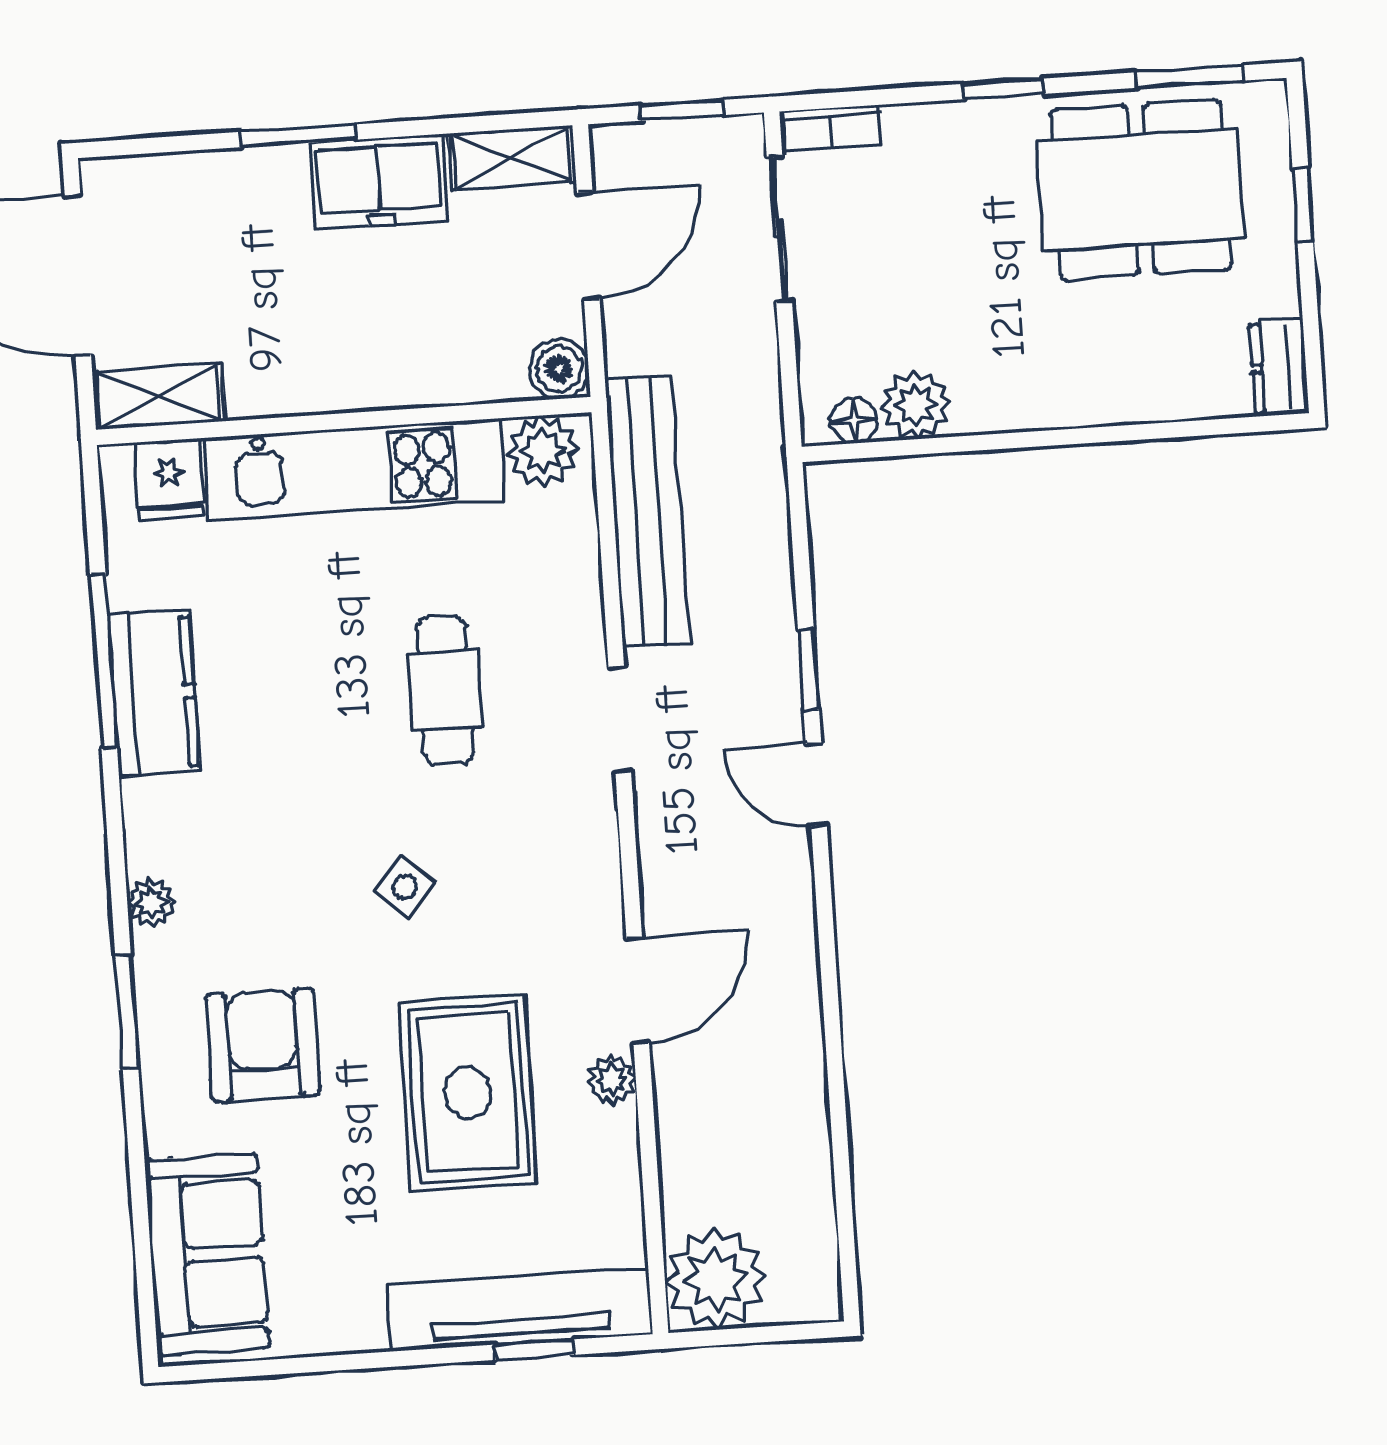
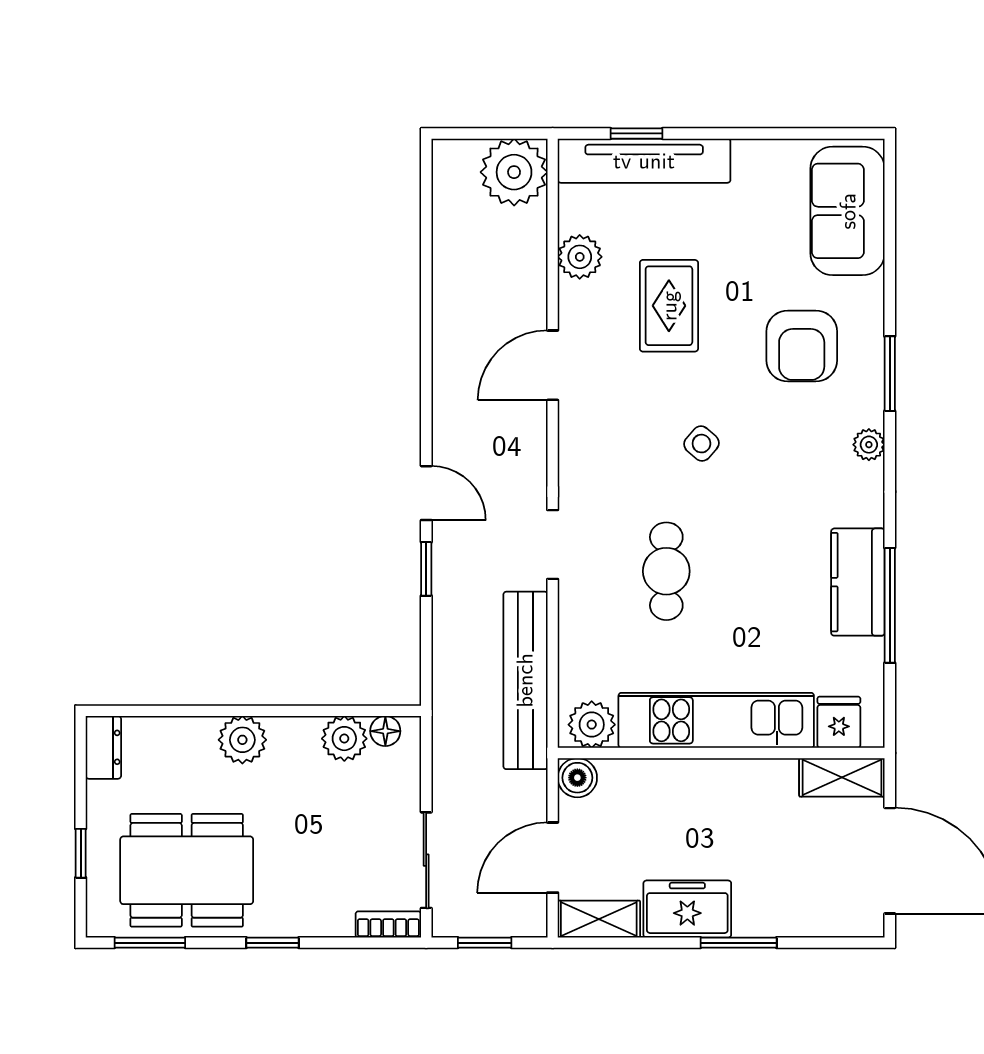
plant: (1069, 393) -> (242, 740), added
plant: (612, 1080) -> (580, 257), moved, width x1.38, depth x1.38
rug: (468, 1092) -> (669, 306), width x0.73, depth x0.70

